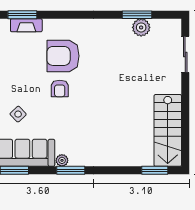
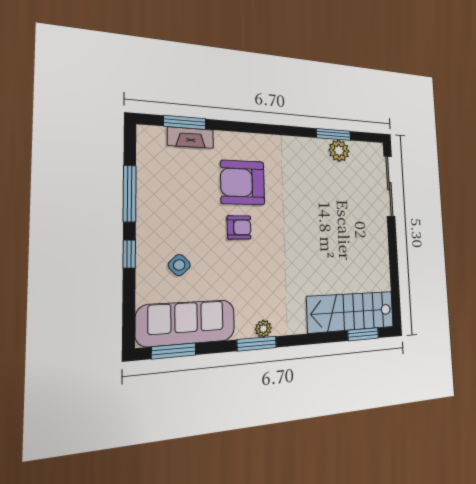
sliding door: (185, 54) -> (389, 186), width x1.37
armchair: (60, 88) -> (239, 227), turned -90
stairs: (168, 130) -> (351, 312), moved, turned 90
plant: (62, 160) -> (263, 329), moved

